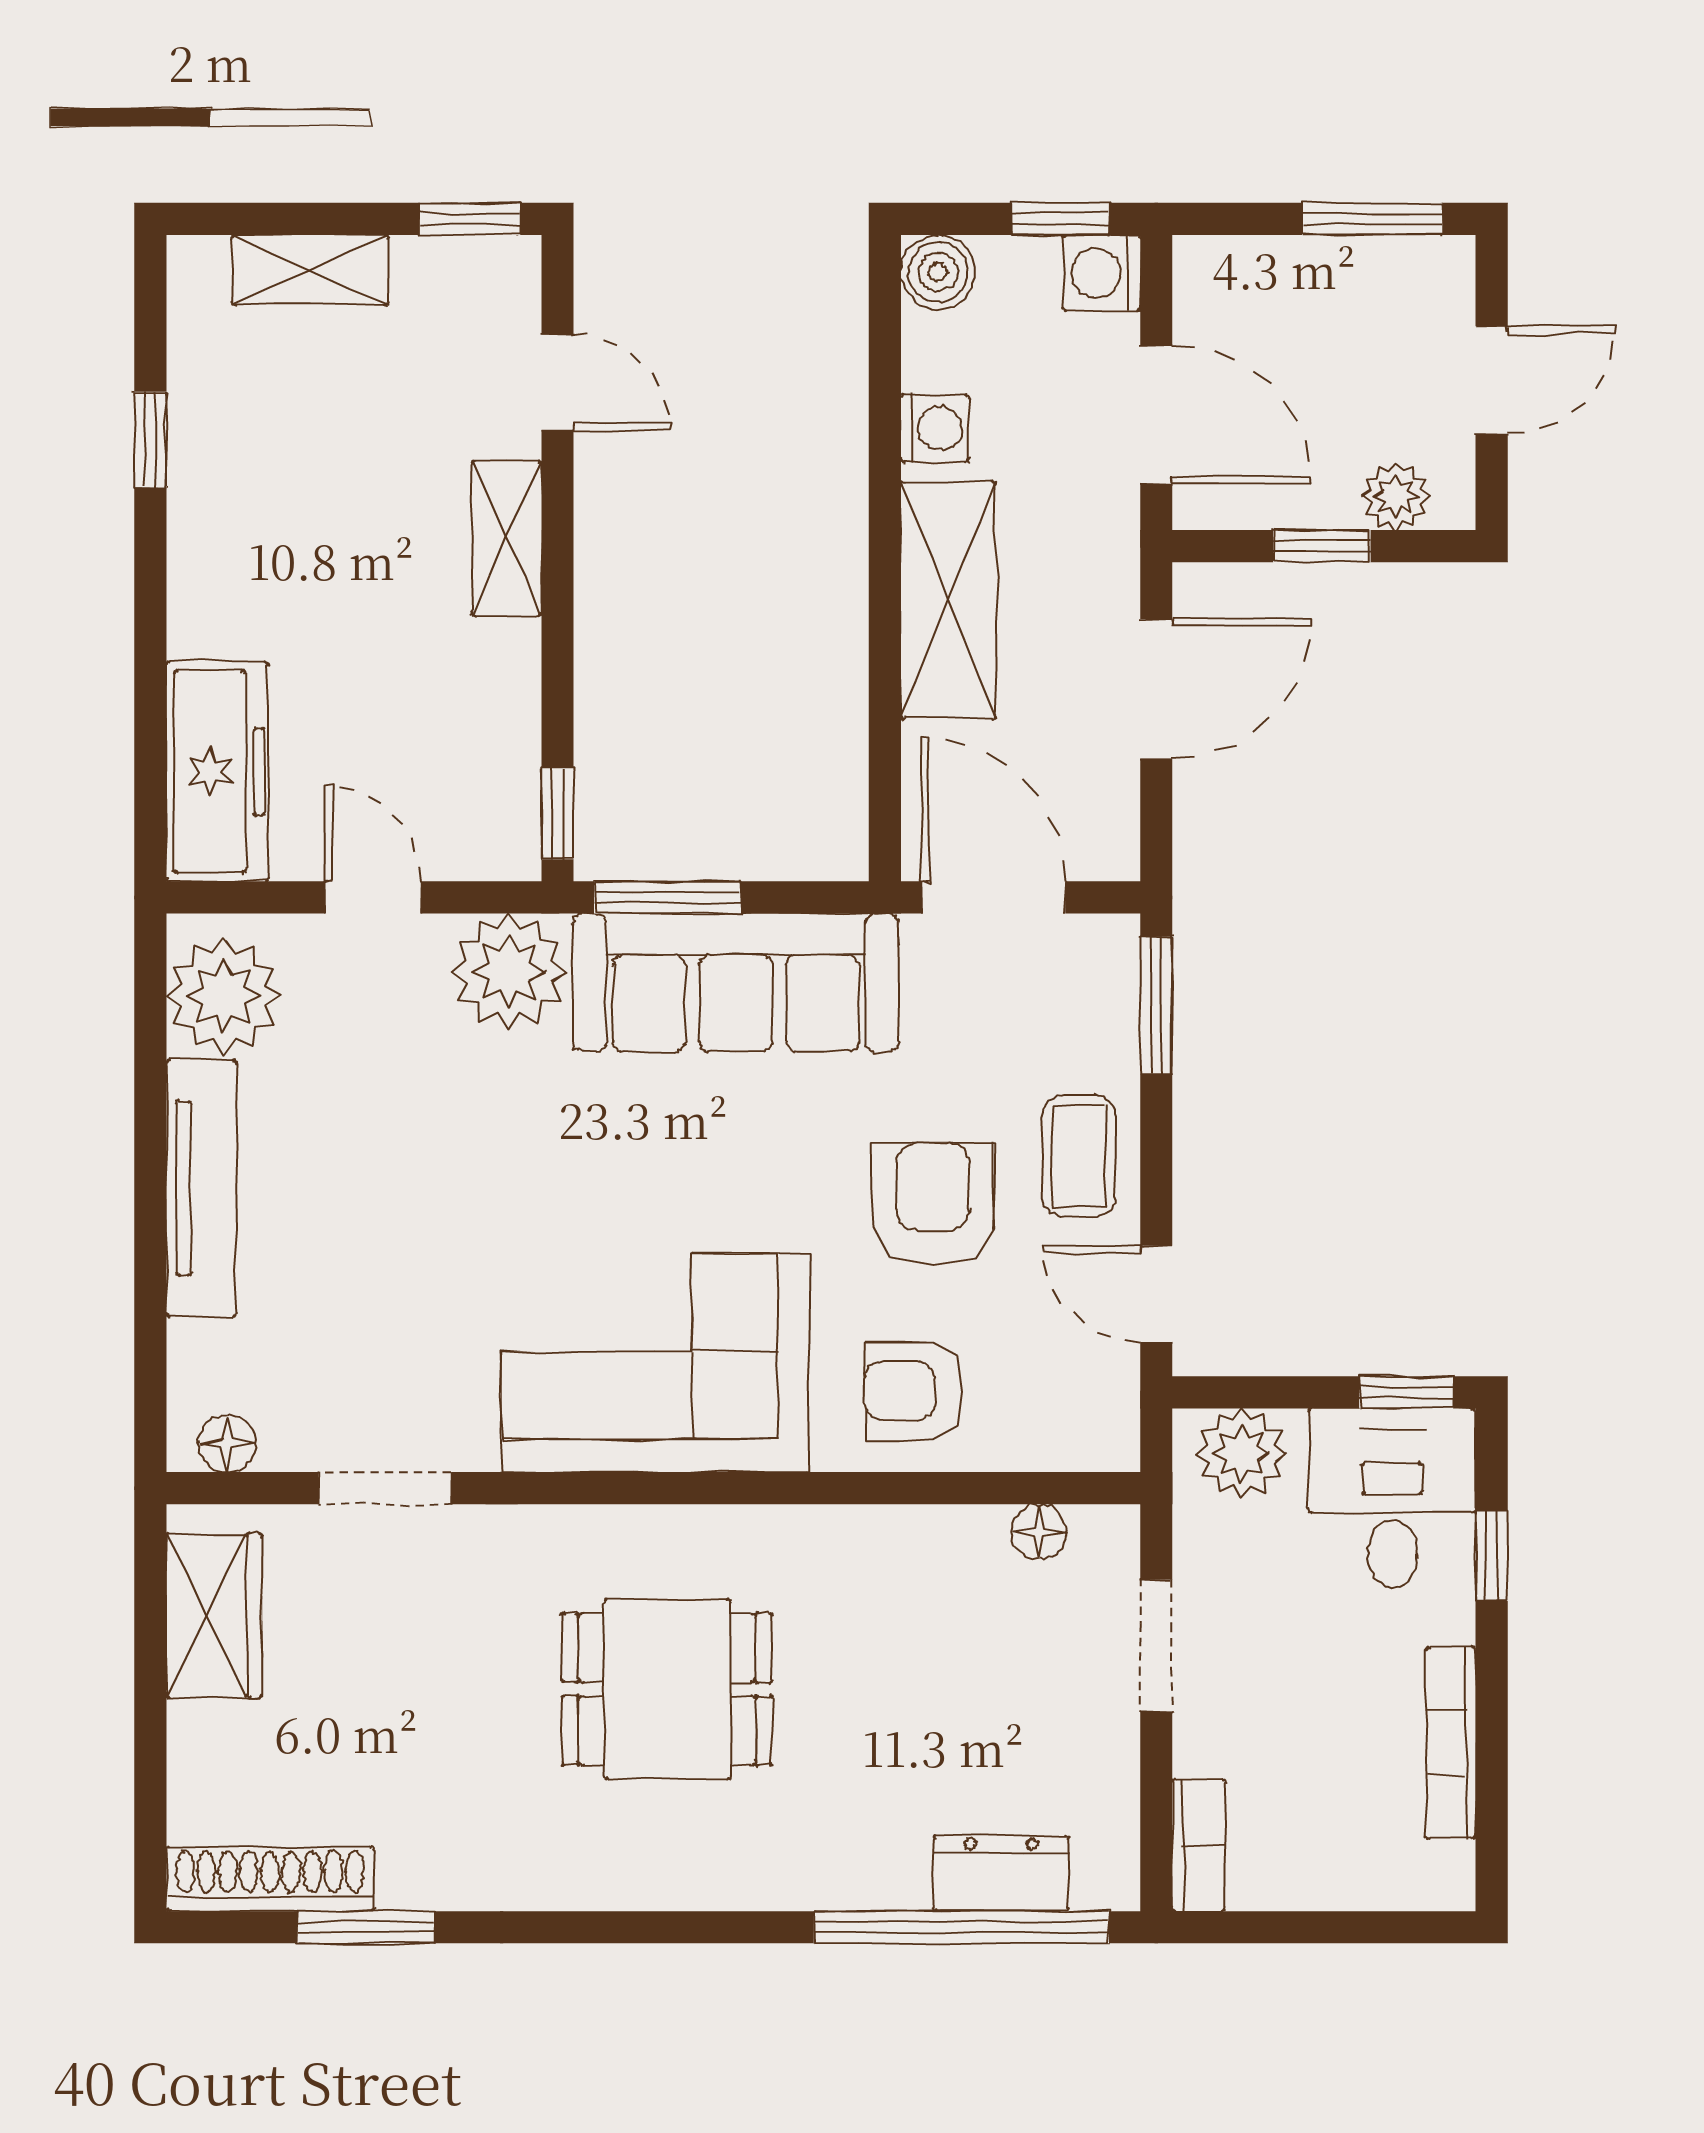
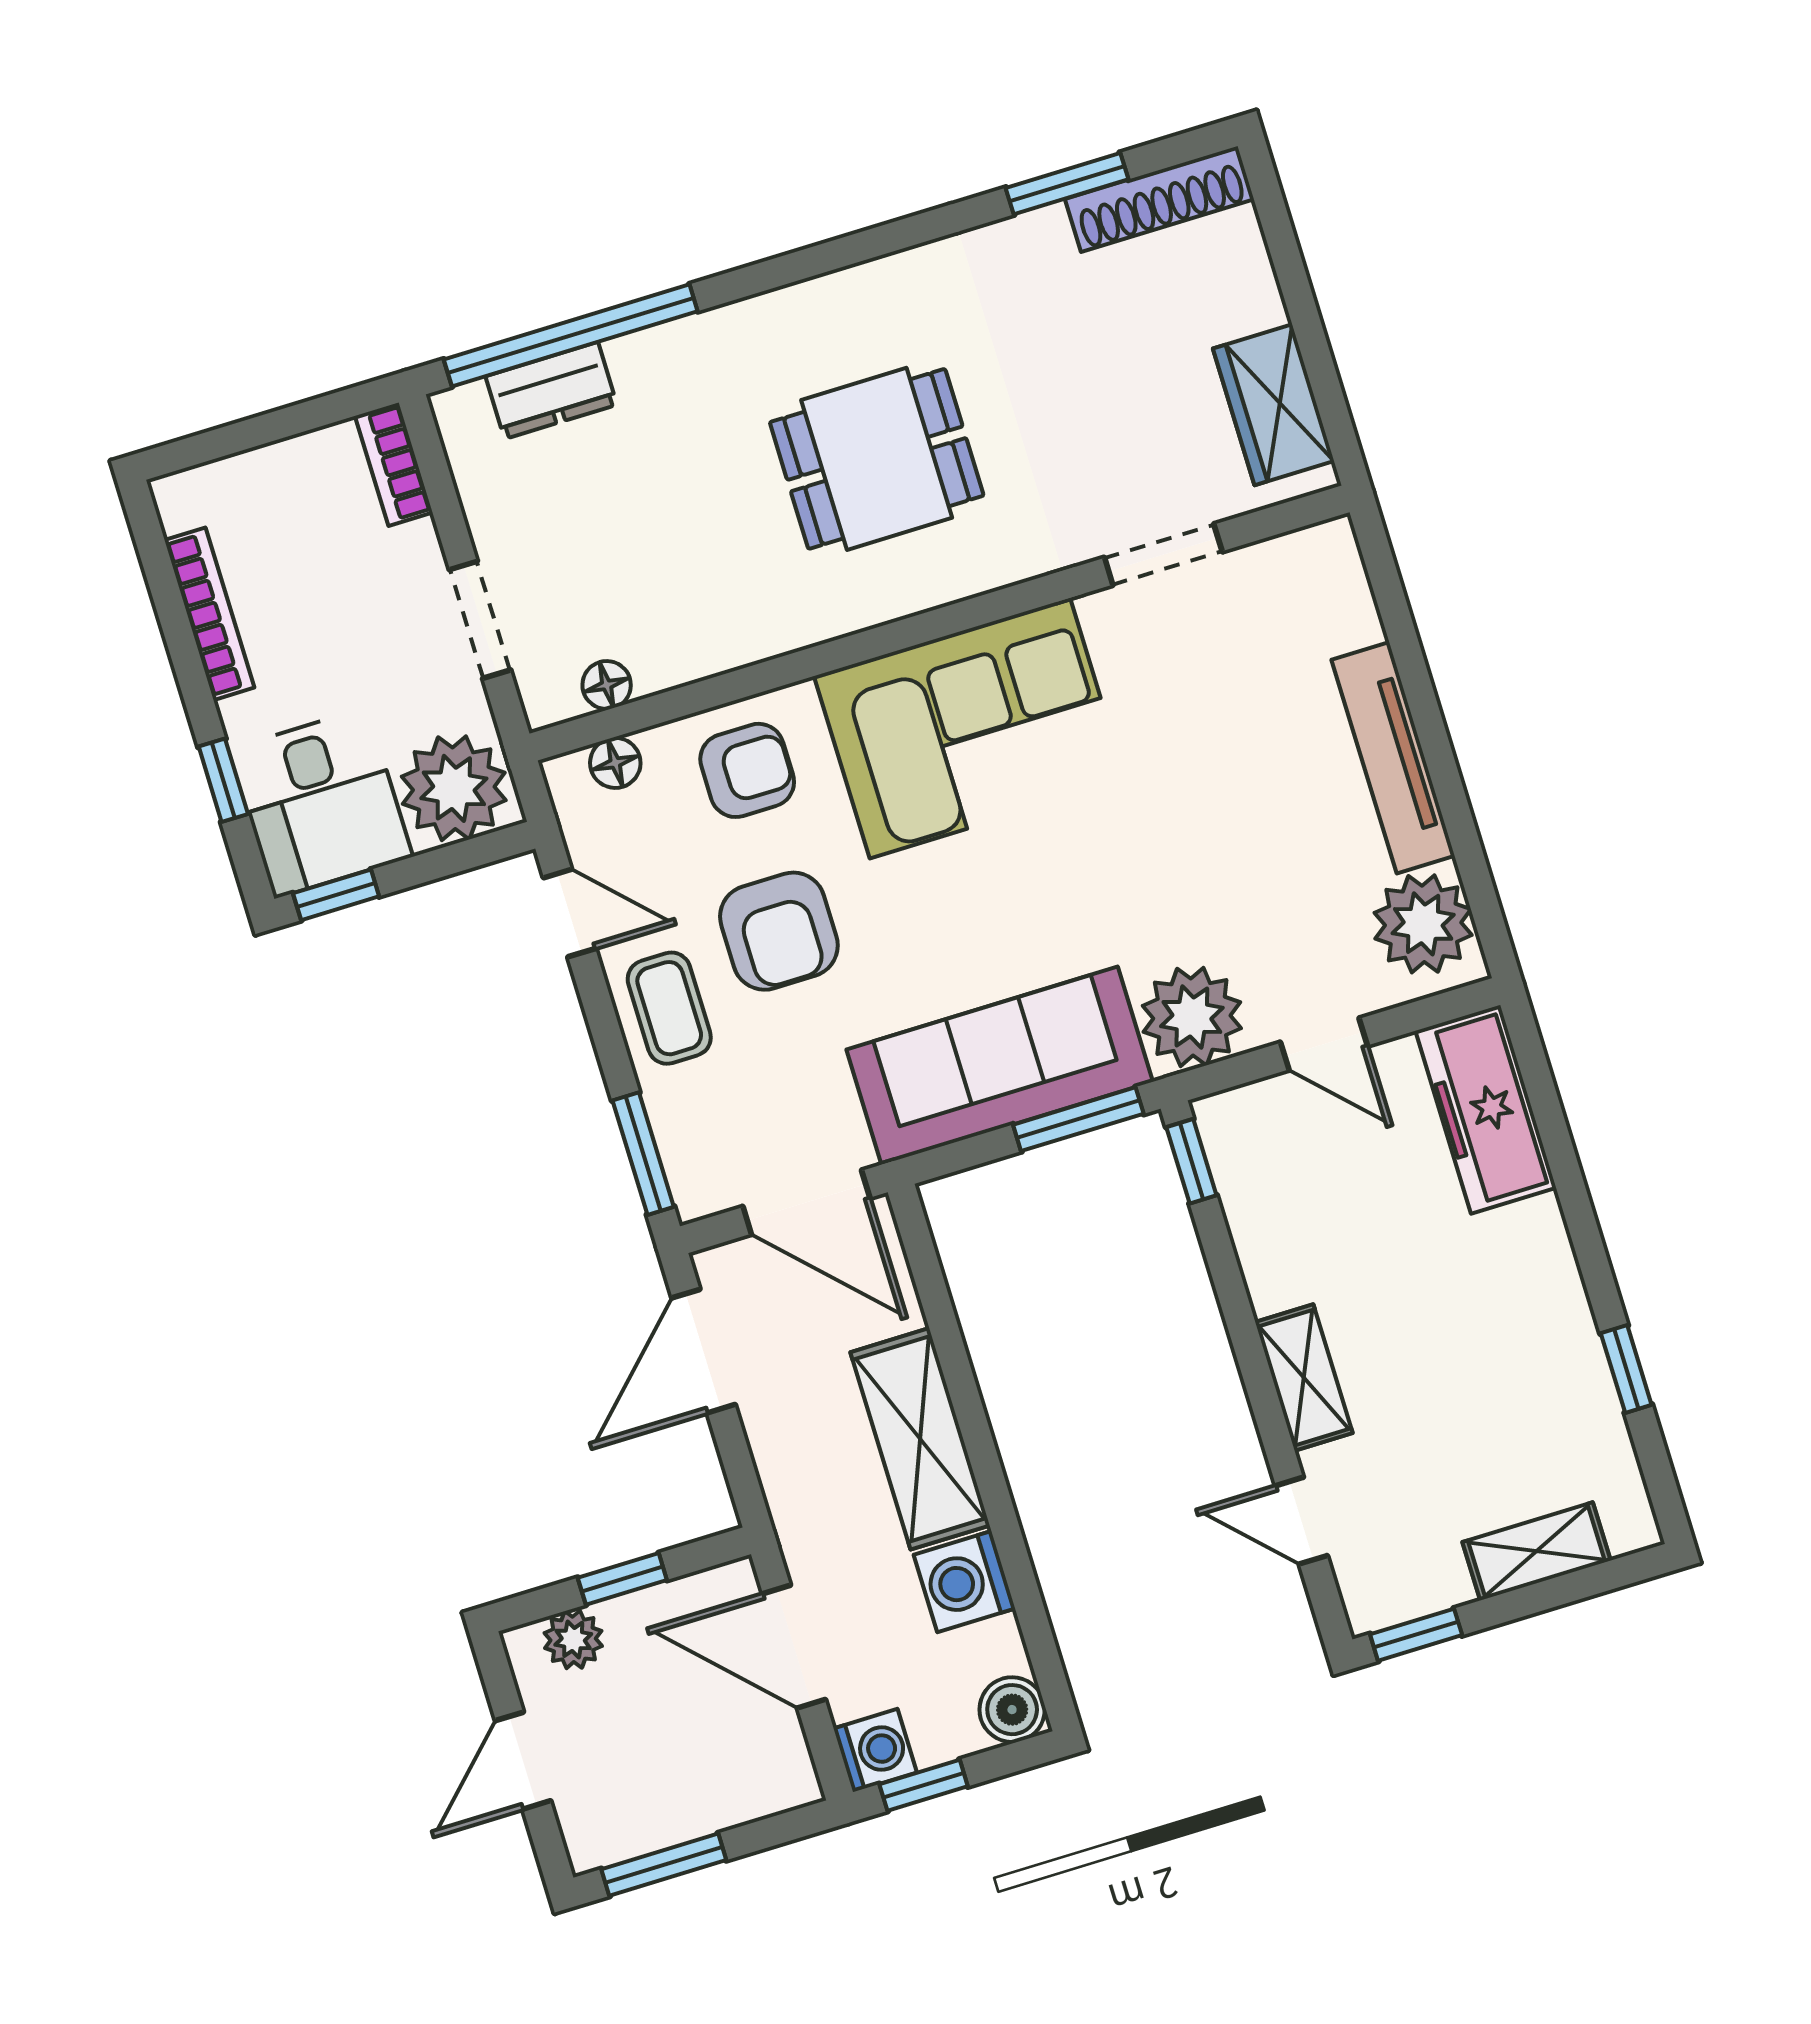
washing machine: (935, 428) -> (964, 1582), width x1.38, depth x1.38
door: (1156, 689) -> (704, 1351), moved
floor lamp: (227, 1443) -> (615, 763), moved
plant: (1241, 1453) -> (454, 788), width x1.36, depth x1.36

